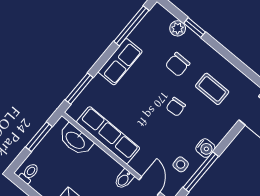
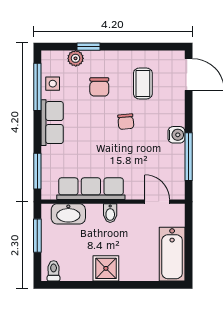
coffee table: (212, 89) -> (143, 83), turned 90
side table: (181, 164) -> (53, 84), moved
bidet: (124, 179) -> (110, 213), moved

